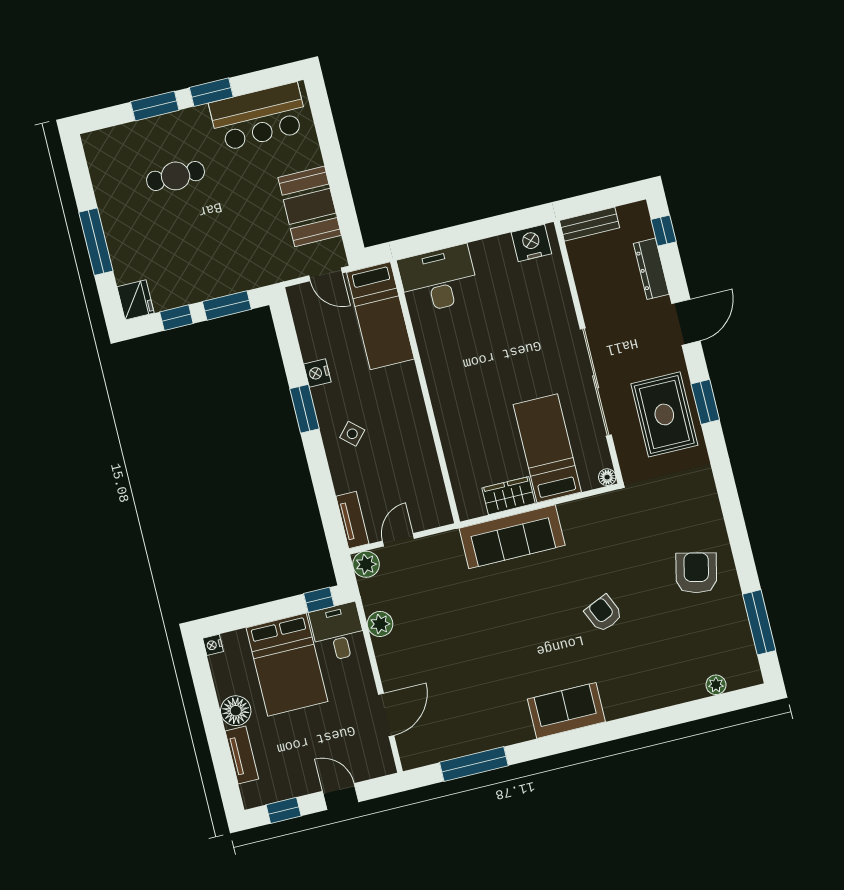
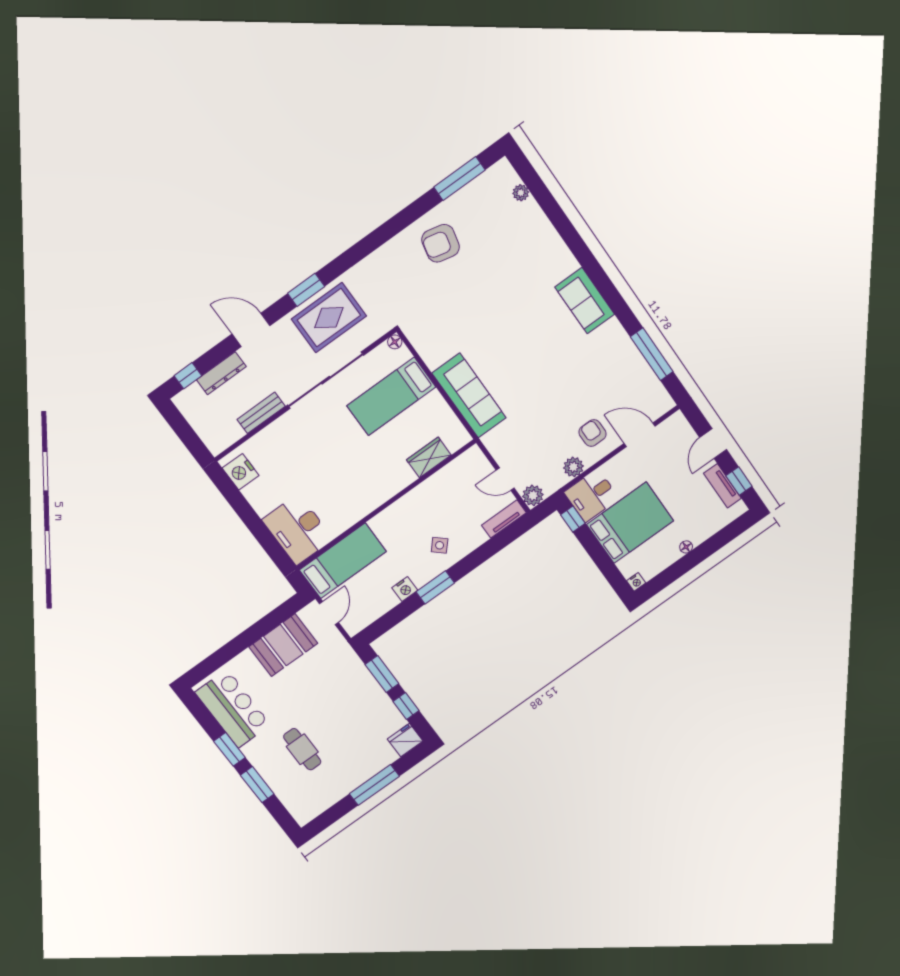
bench: (590, 224) -> (261, 413), moved, turned 90
wardrobe: (509, 496) -> (429, 457), moved, turned 90
armchair: (603, 613) -> (593, 433), moved, turned 114
floor lamp: (236, 711) -> (686, 547), width x0.53, depth x0.53
tv unit: (242, 755) -> (722, 486), moved, turned -90

